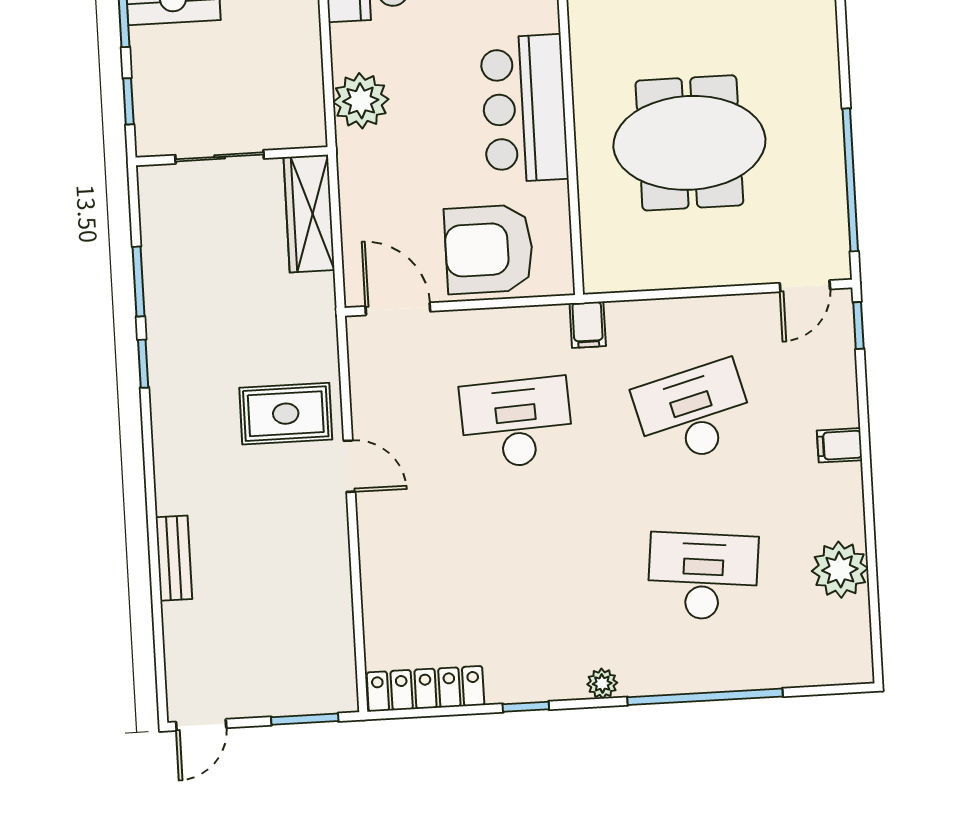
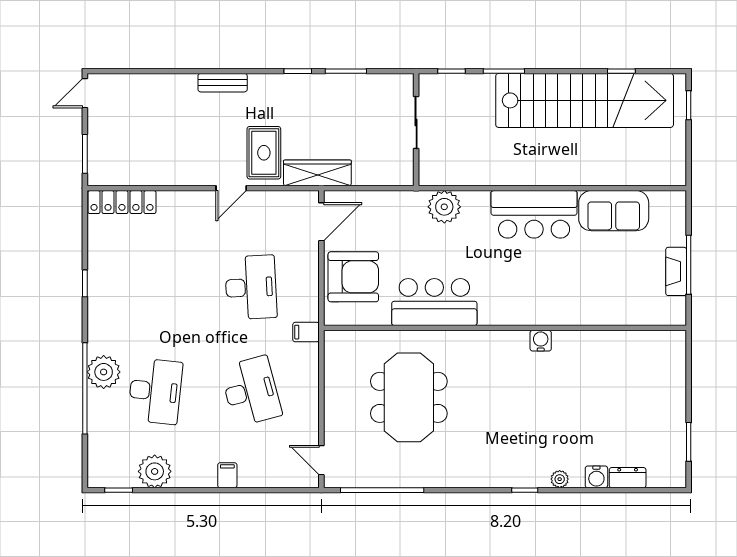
wardrobe: (309, 214) -> (317, 173), moved
armchair: (489, 249) -> (353, 277), turned 90
window: (858, 325) -> (119, 490), moved
bench: (174, 558) -> (223, 83), moved
plant: (602, 684) -> (104, 372), moved, width x1.88, depth x1.88
locker: (425, 689) -> (122, 202), moved, turned 90
door: (201, 725) -> (85, 93), hinge flipped

